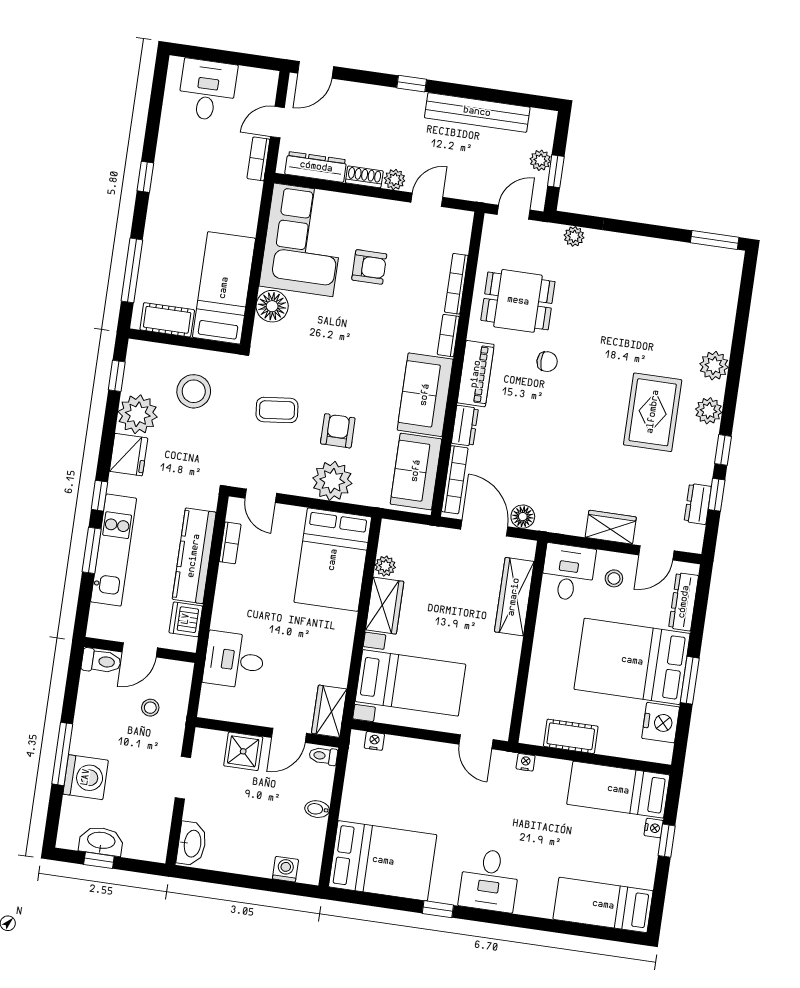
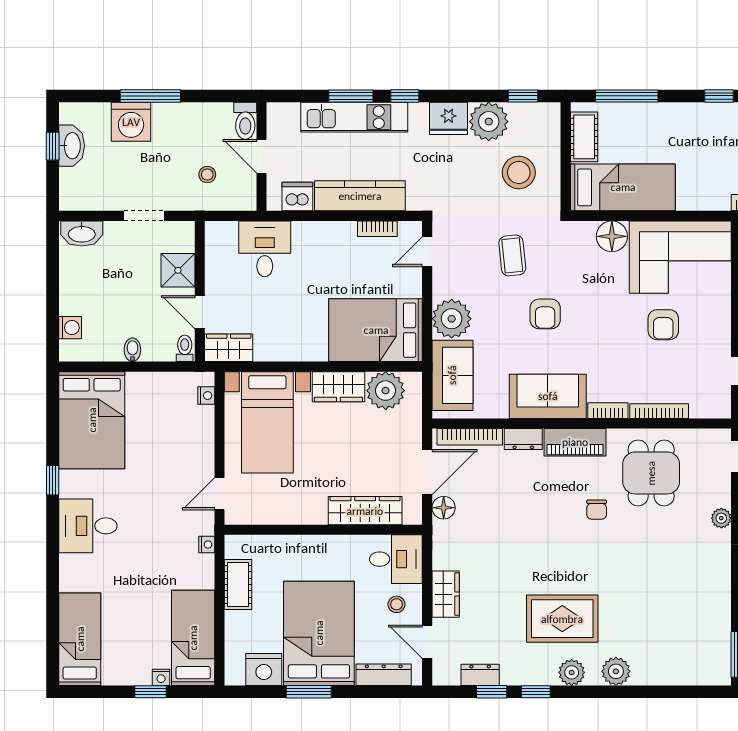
armchair: (338, 431) -> (545, 314), moved, turned 90
sofa: (416, 471) -> (452, 375), moved, turned 90
plant: (385, 566) -> (386, 391), width x1.88, depth x1.88

